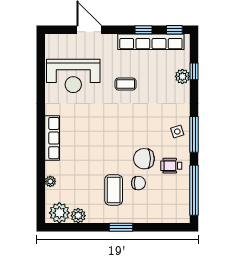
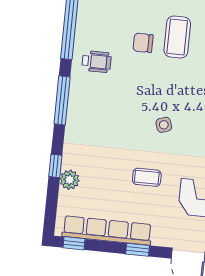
window: (143, 30) -> (138, 250), moved
window: (194, 71) -> (55, 166), moved
side table: (177, 132) -> (164, 125), moved
chair: (144, 159) -> (132, 75), removed

